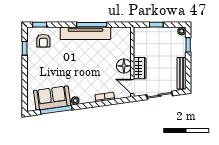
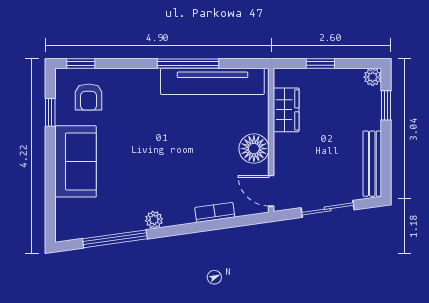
tv unit: (85, 33) -> (212, 81), moved
wardrobe: (140, 68) -> (286, 110), moved
sofa: (52, 98) -> (76, 161), moved, turned 98

